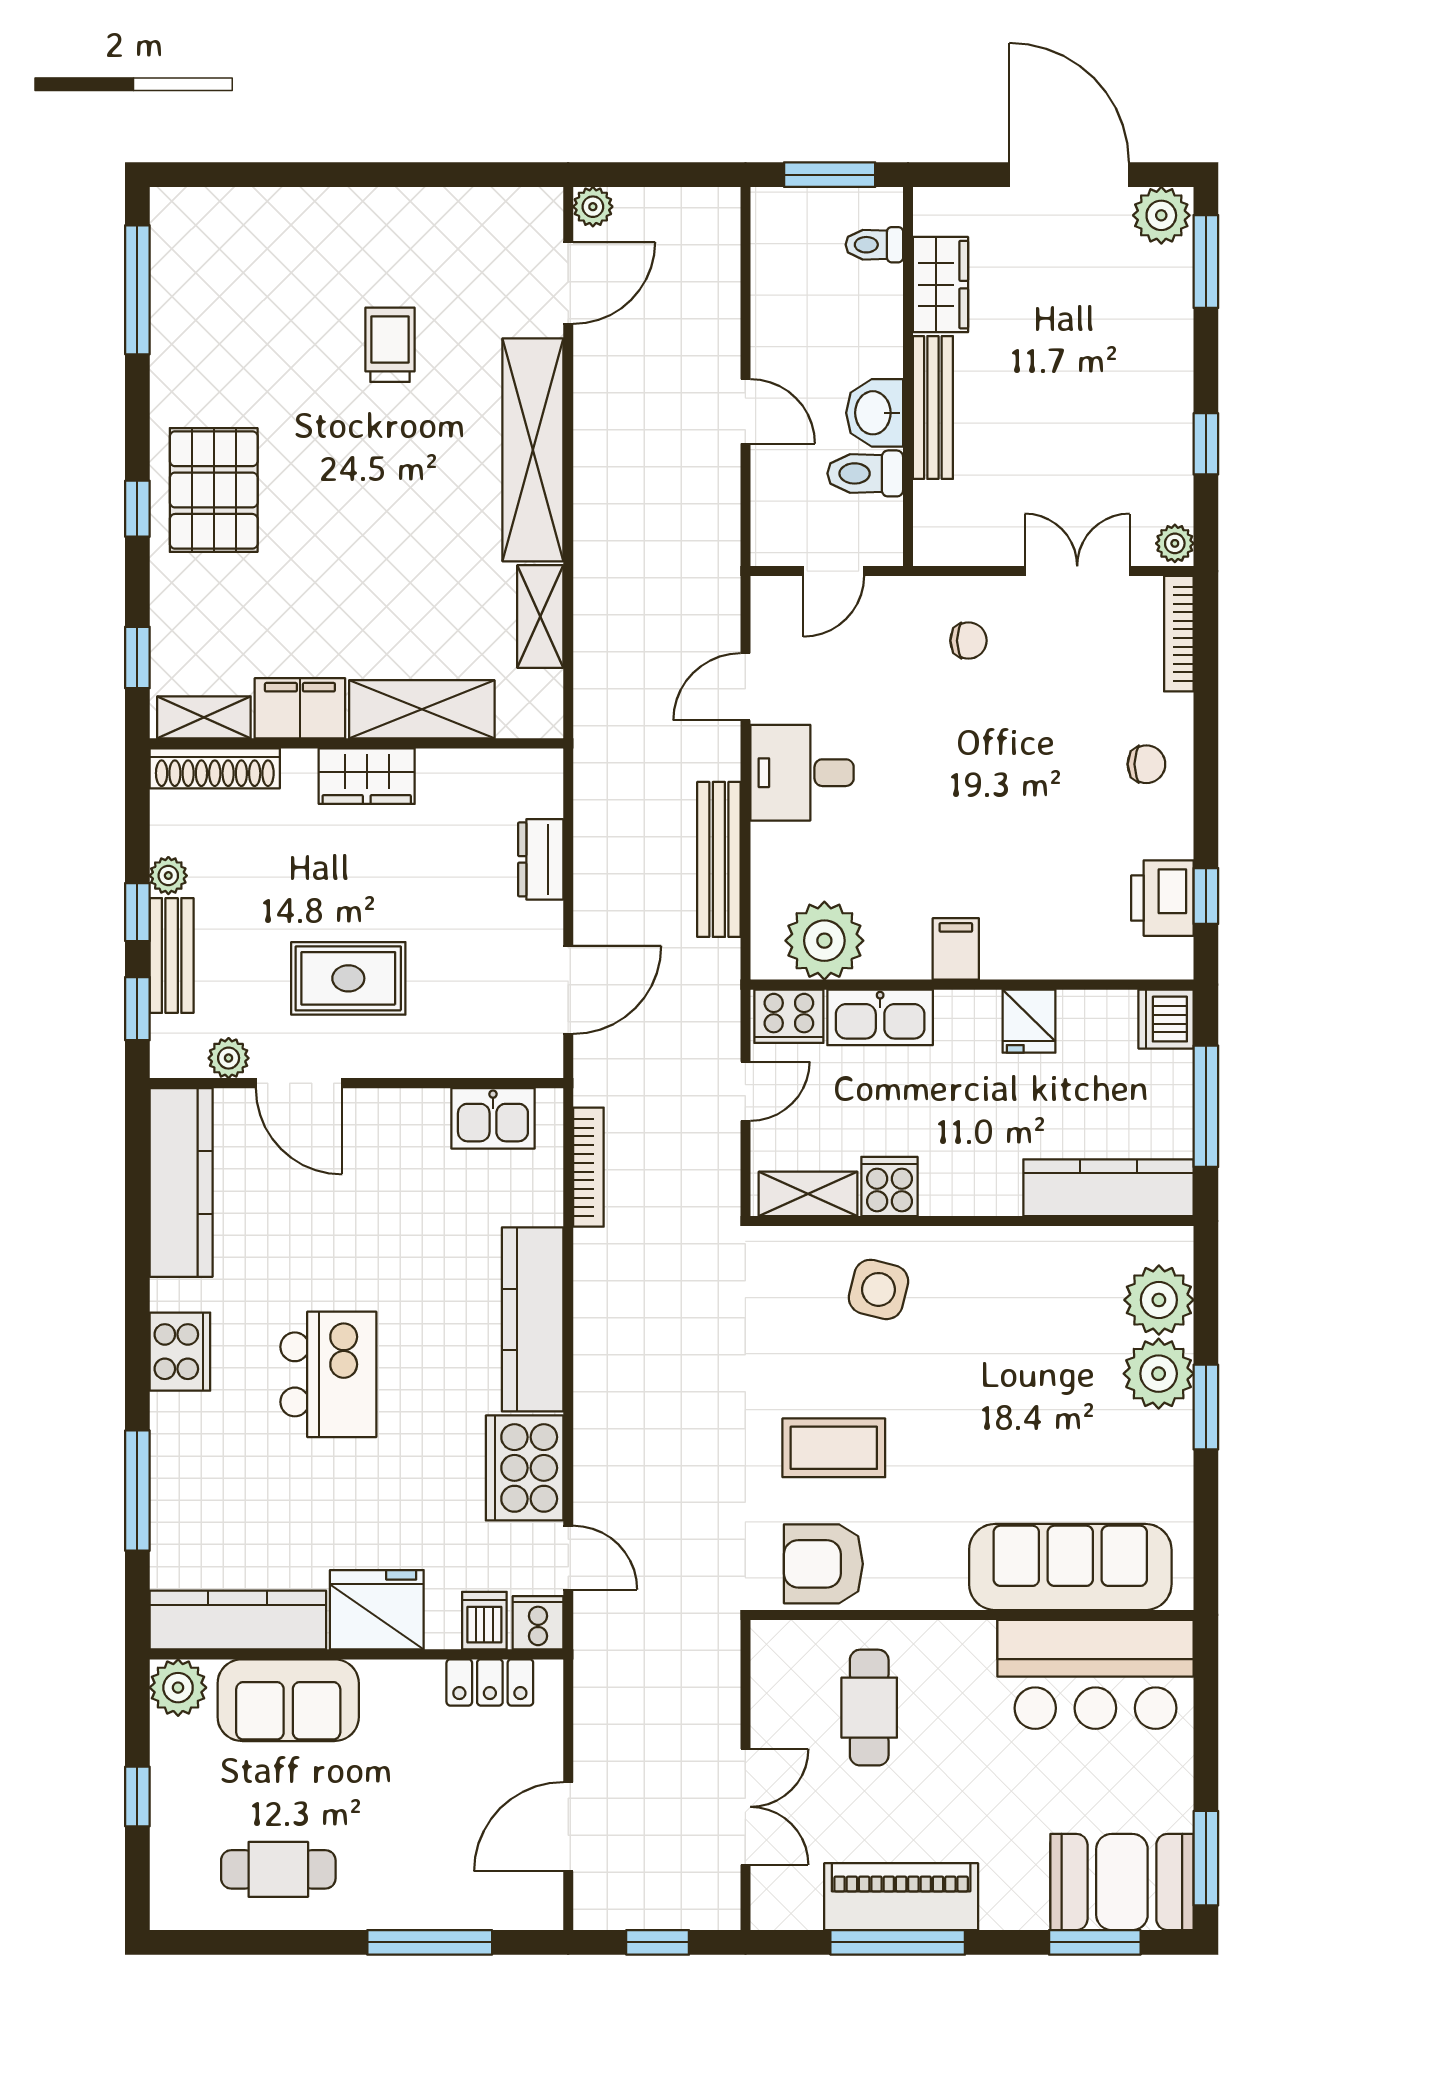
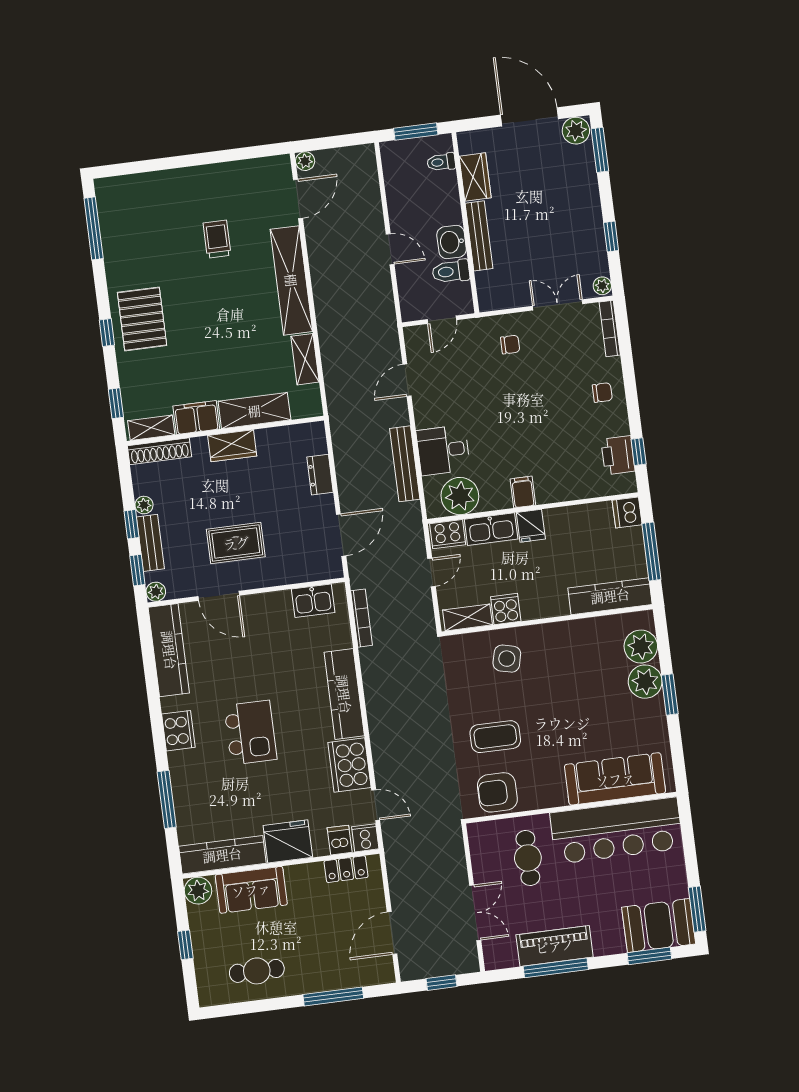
desk: (802, 773) -> (443, 450), moved
fridge: (1029, 1021) -> (531, 526), moved
plant: (229, 1058) -> (156, 592), moved
bar counter: (1095, 1674) -> (616, 831), width x1.36

